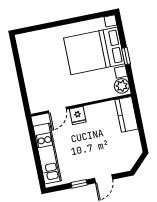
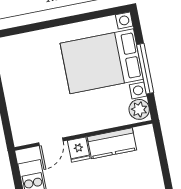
window: (126, 56) -> (145, 69), width x2.17
kitchen counter: (127, 114) -> (112, 143), moved, turned -90

